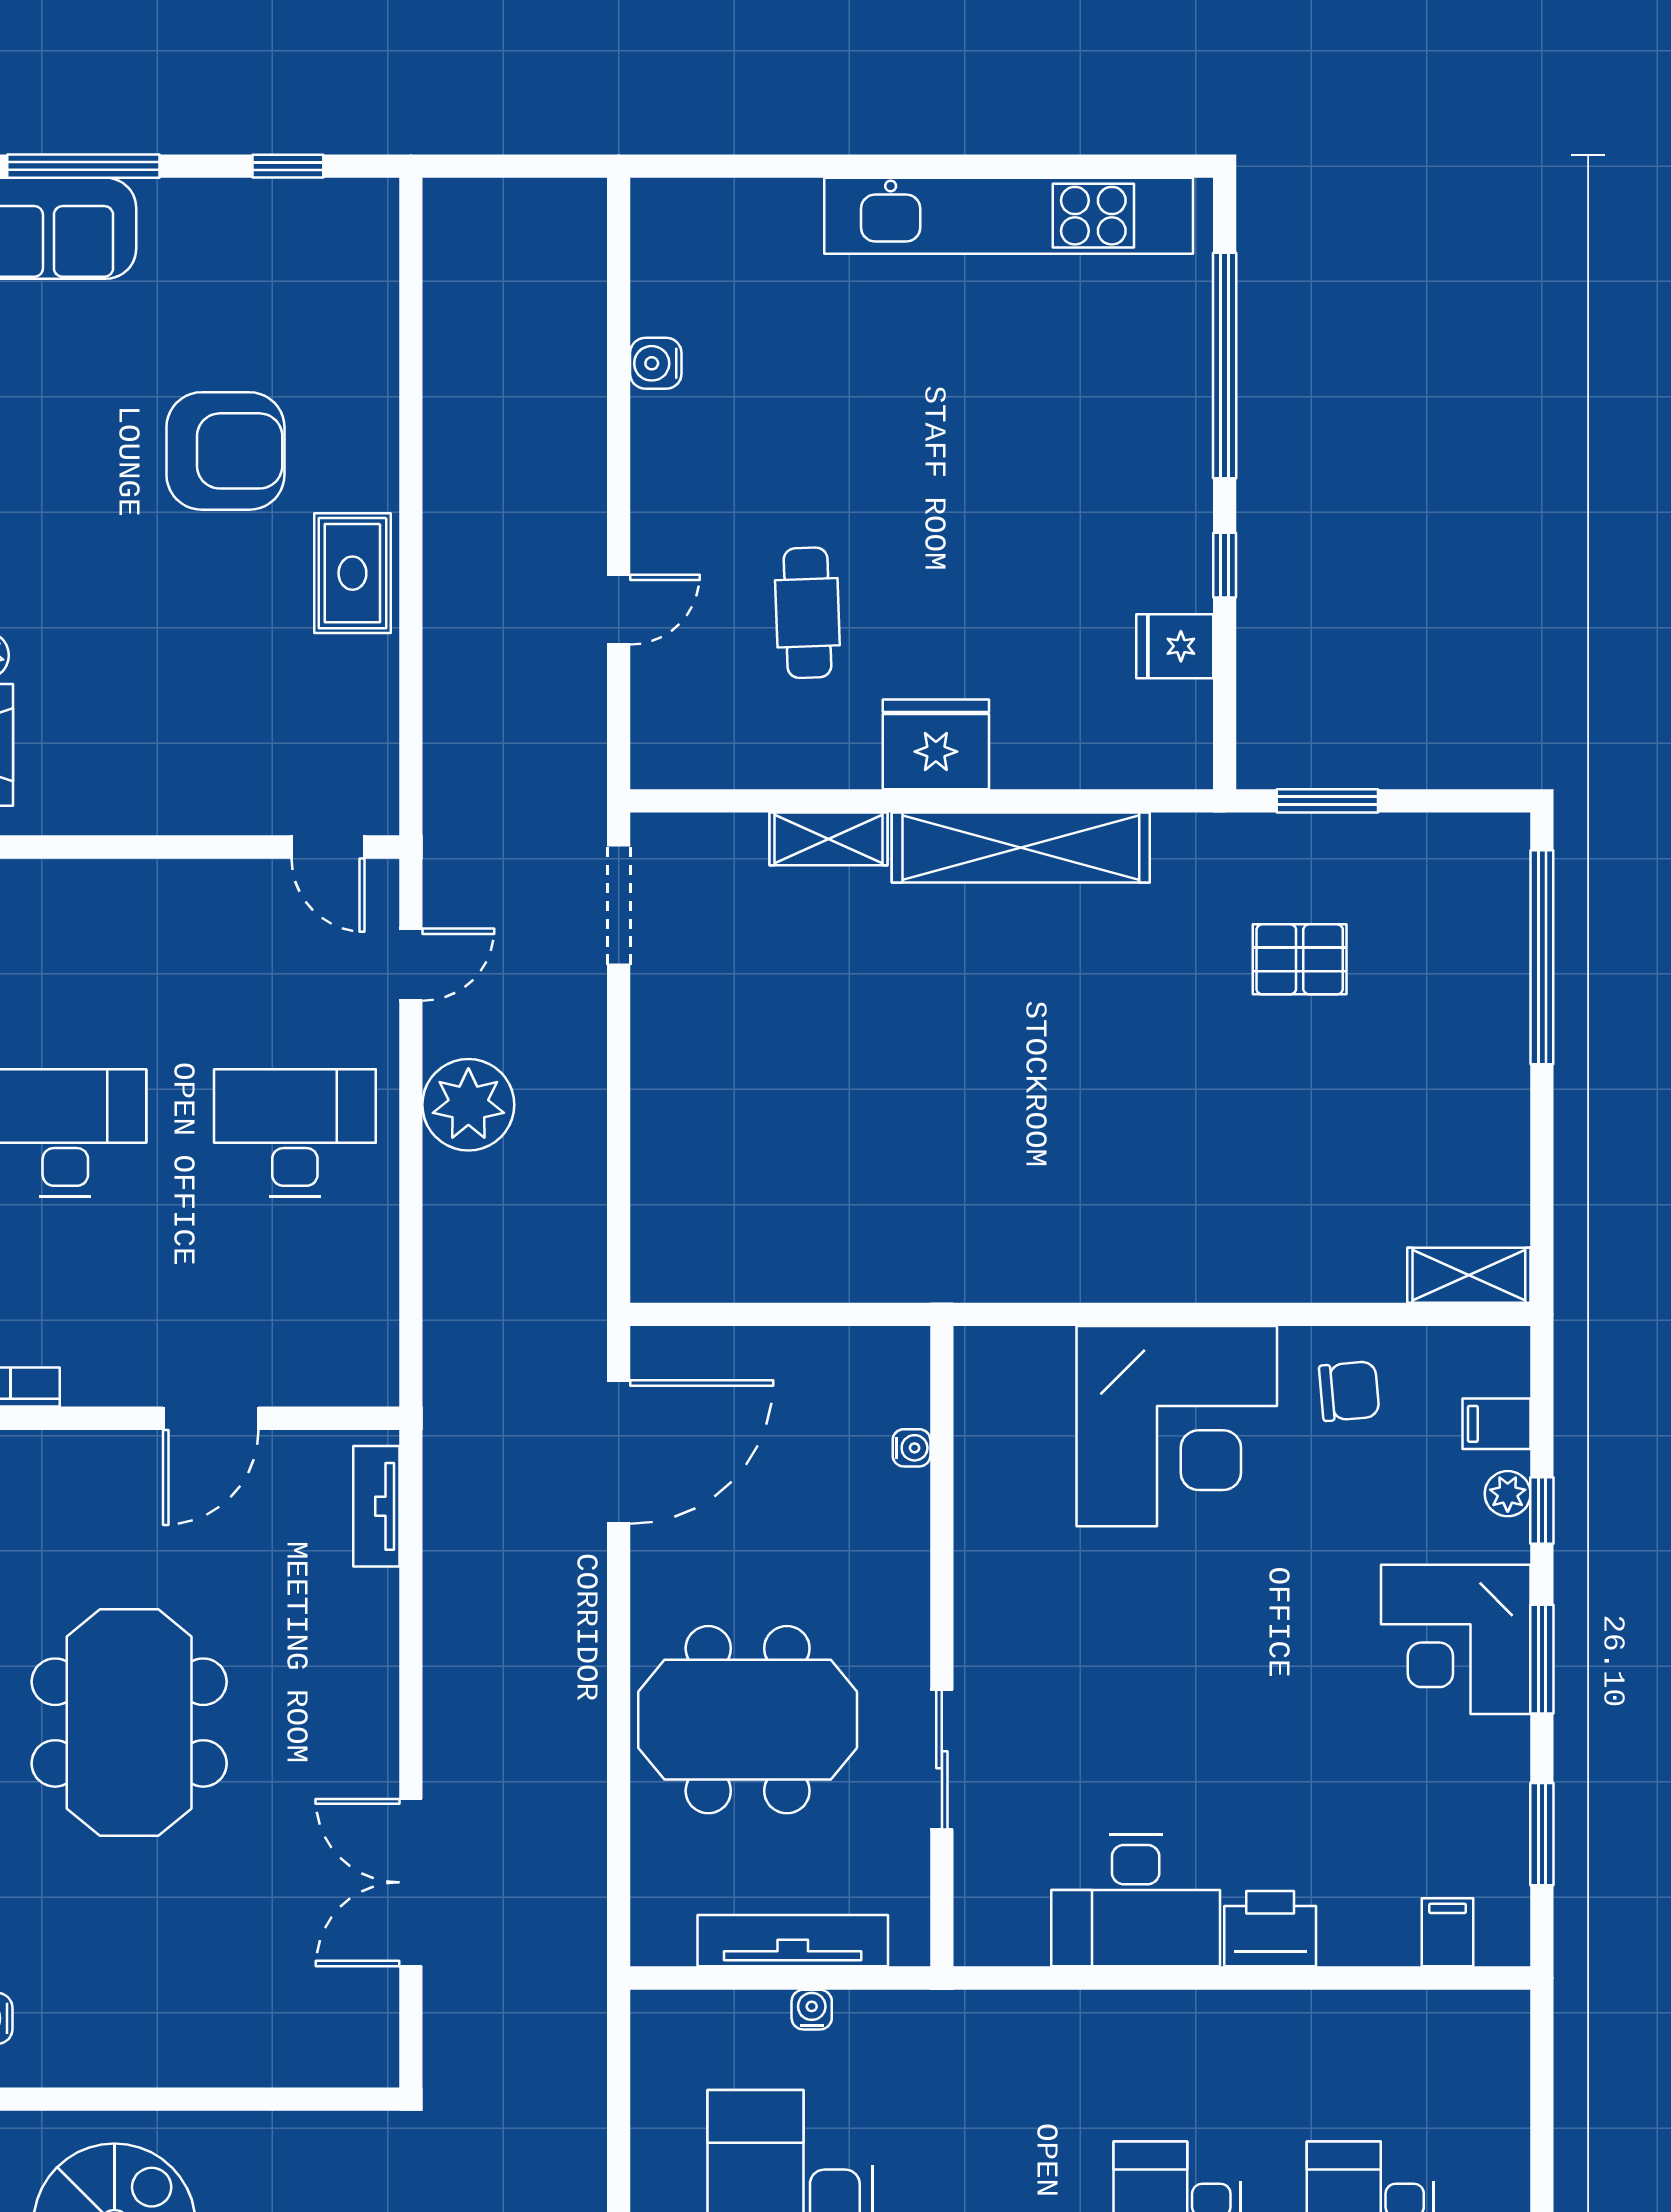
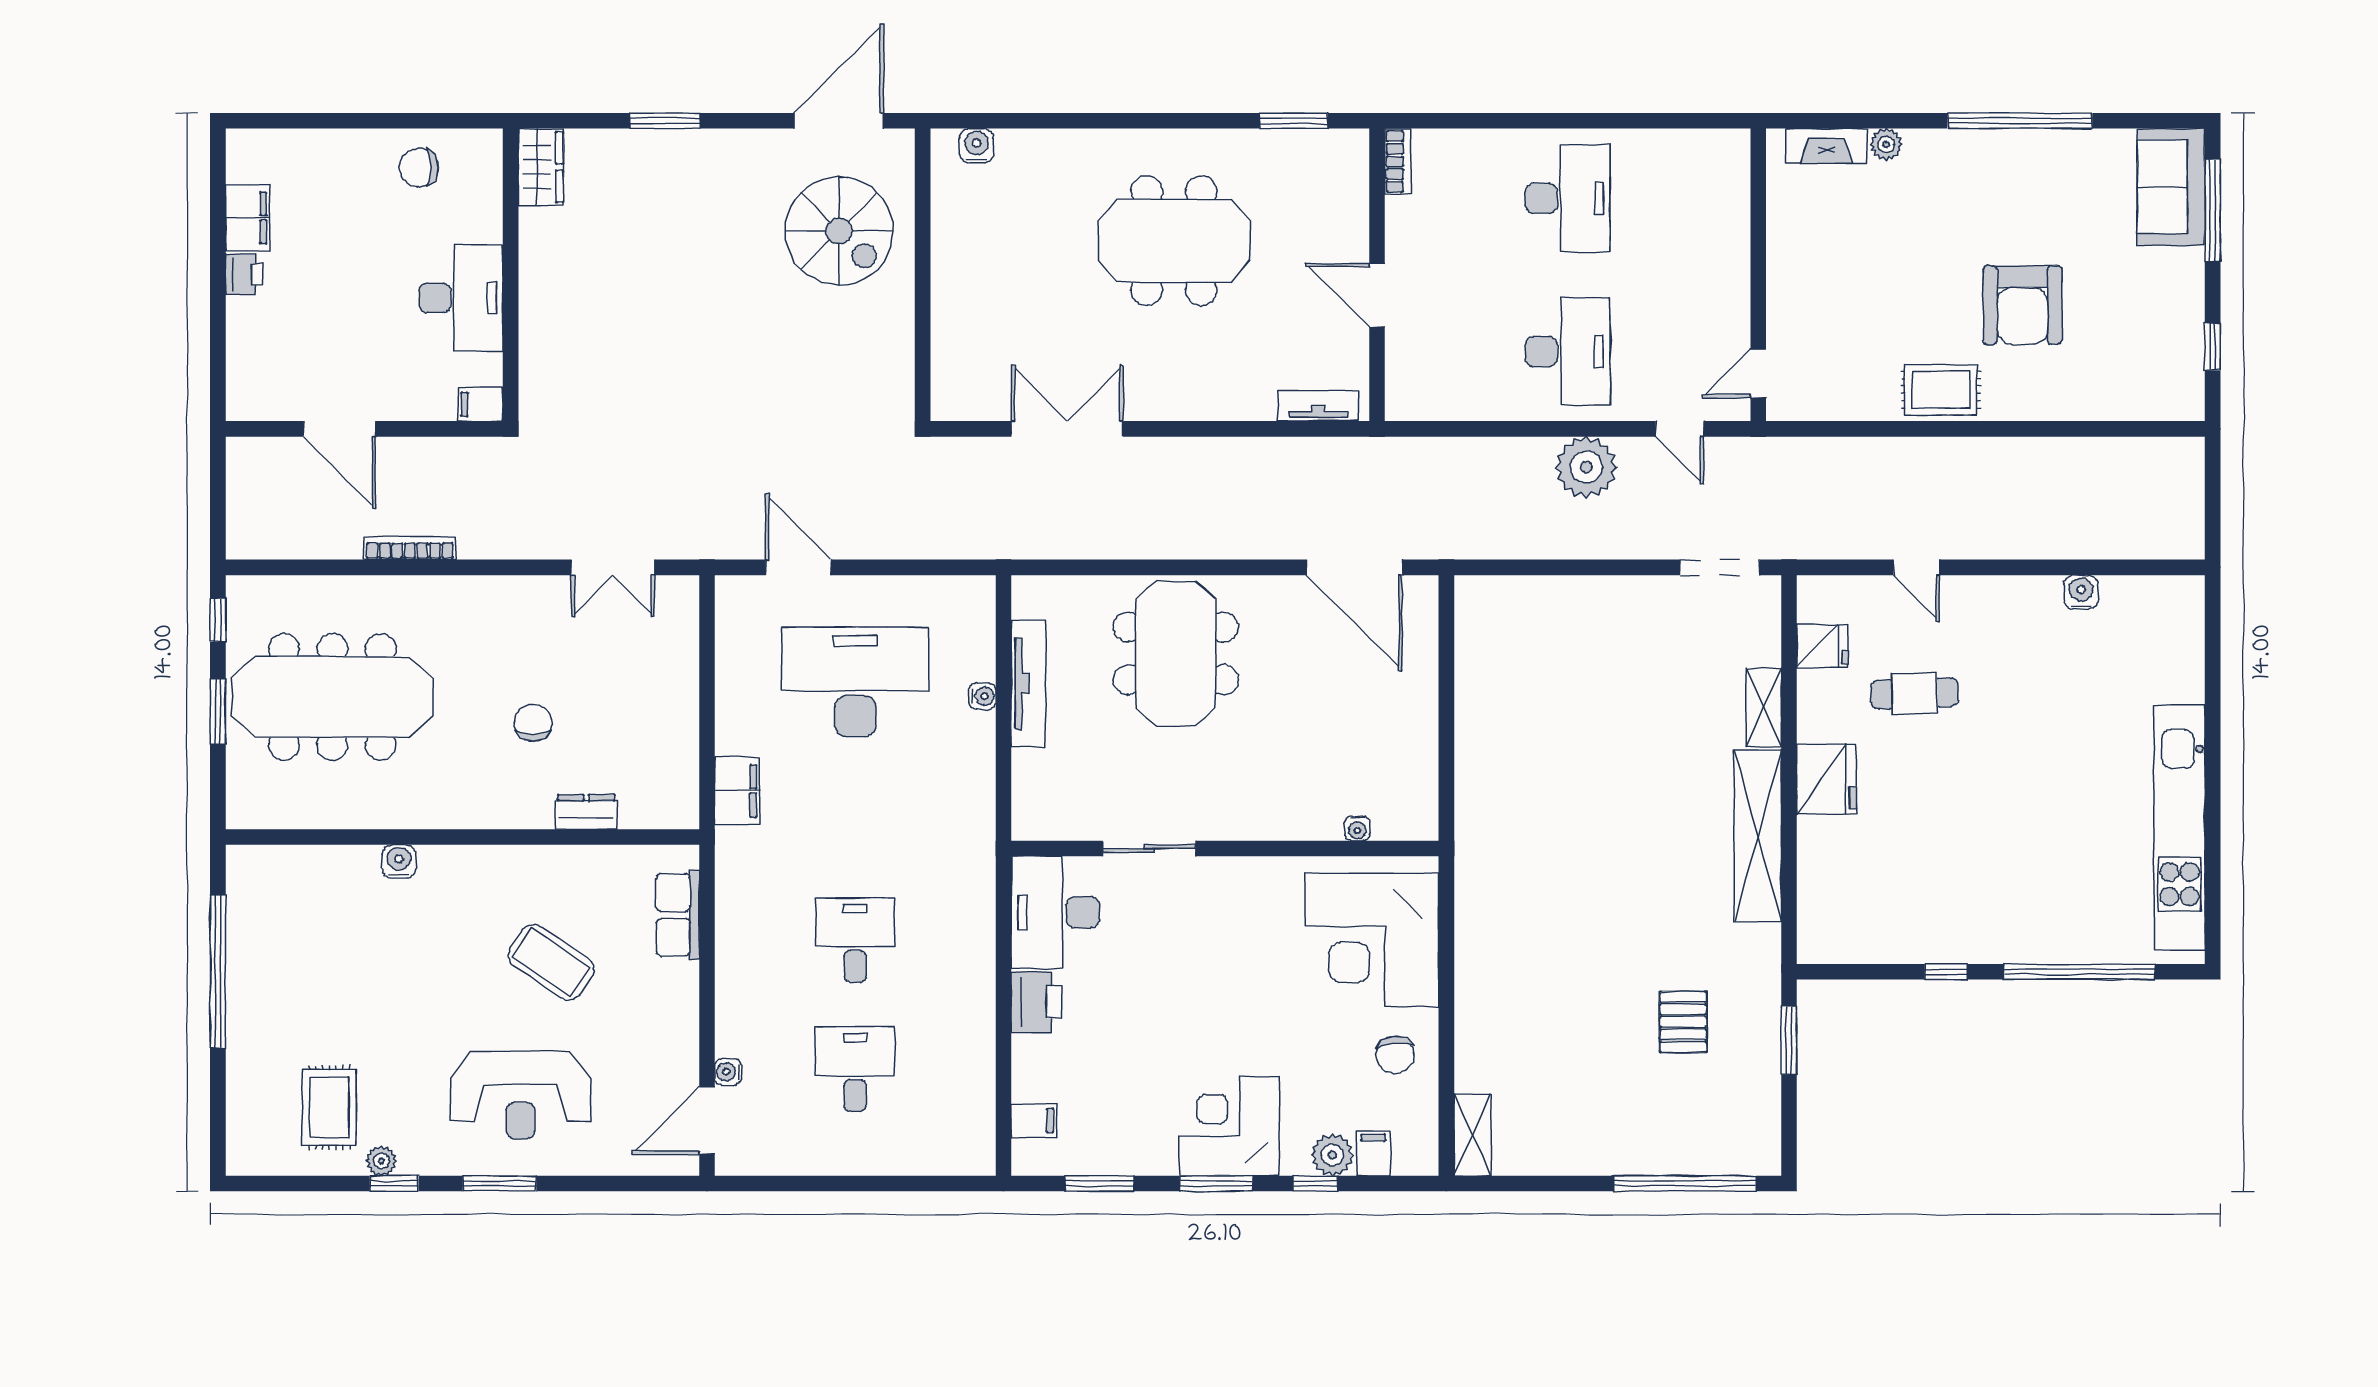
fridge: (1175, 646) -> (1822, 646), moved, turned 90
water cooler: (912, 1448) -> (1357, 828), moved
plant: (1508, 1494) -> (1332, 1155), width x1.38, depth x1.38
wall: (942, 1646) -> (1225, 849), moved
sliding door: (942, 1760) -> (1149, 849), moved

